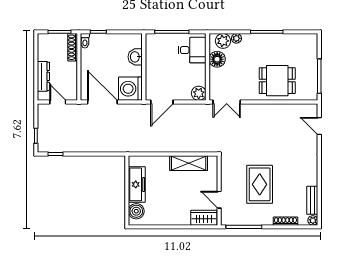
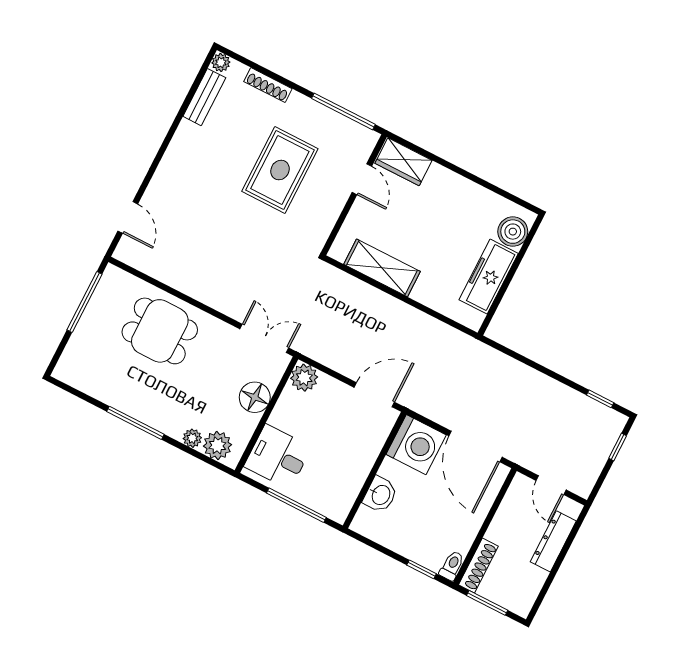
floor lamp: (217, 59) -> (255, 397), moved

